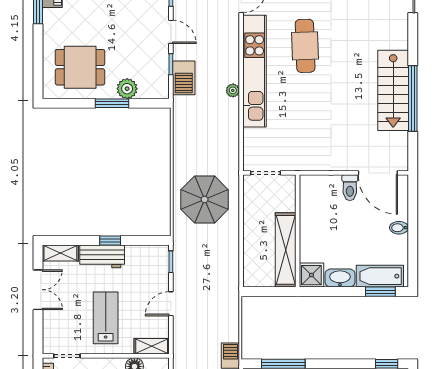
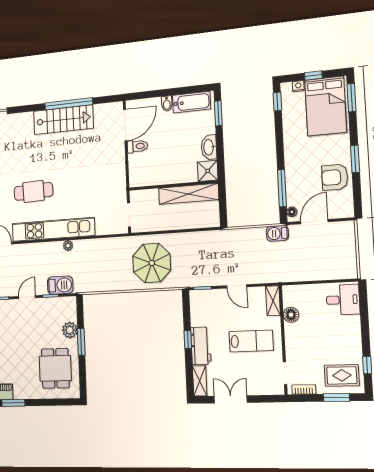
bathtub: (380, 276) -> (191, 102), moved, turned -90
lab bench: (106, 318) -> (251, 341), turned 180

